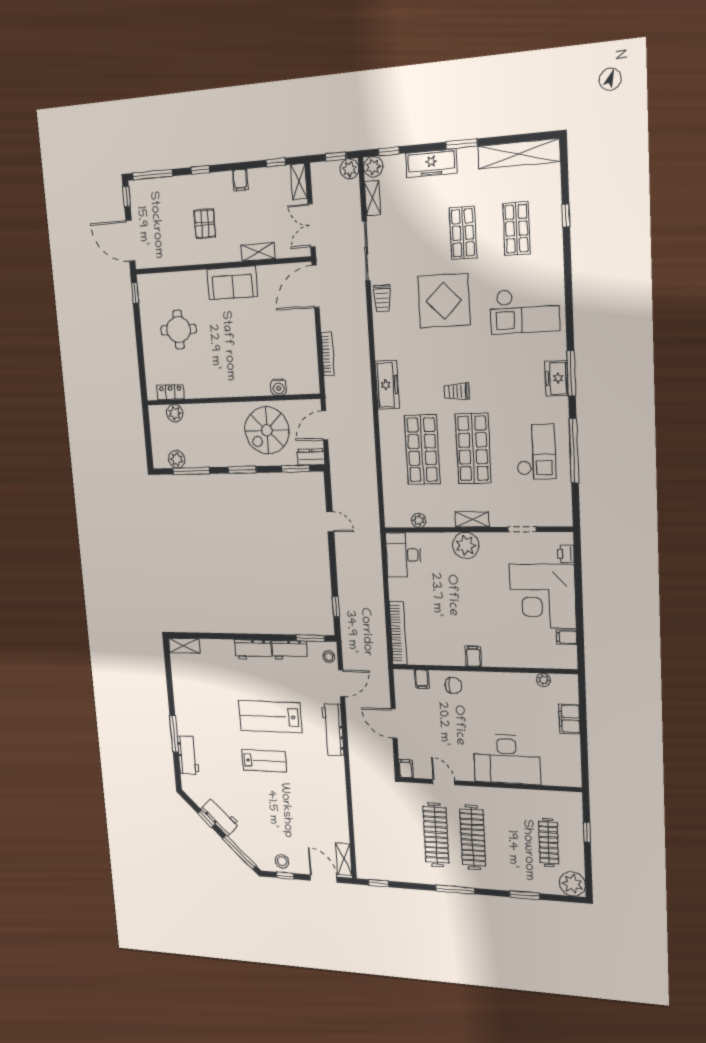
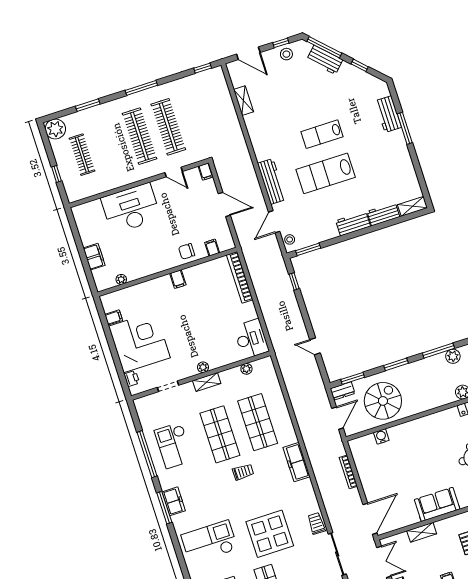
plant: (466, 545) -> (203, 367), width x0.53, depth x0.53
workbench: (289, 650) -> (383, 214), moved
lab bench: (270, 717) -> (326, 173), turned 180
workbench: (220, 816) -> (325, 60), moved
shelving: (344, 859) -> (244, 101), moved

